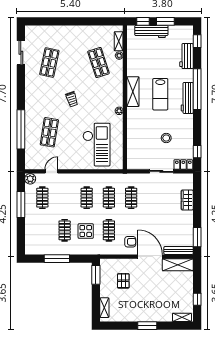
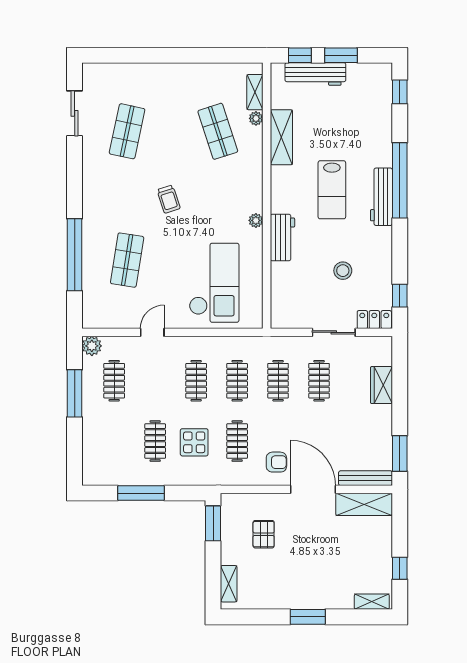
workbench: (186, 56) -> (282, 237), moved, turned 180
shelving: (133, 92) -> (281, 137), moved
door: (52, 171) -> (152, 332), moved
clothes rail: (153, 198) -> (319, 381), added

